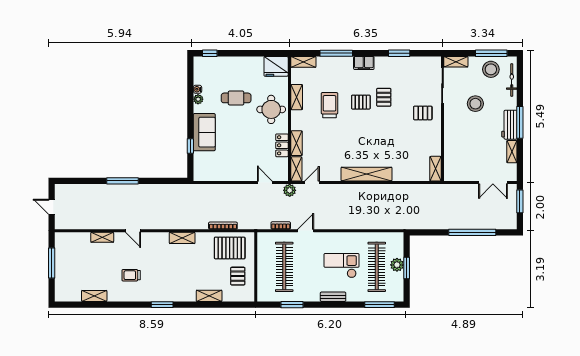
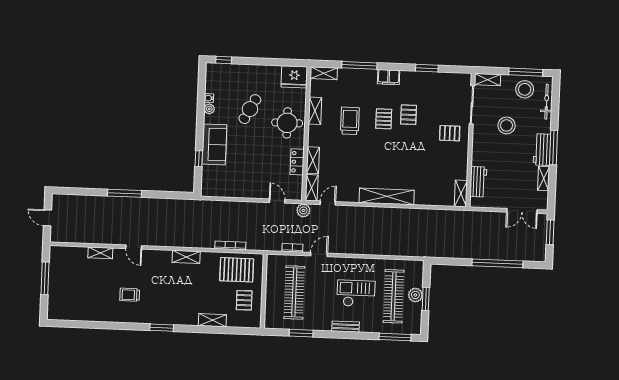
cafe table: (236, 98) -> (250, 109), turned -62
pallet: (361, 102) -> (384, 119), turned 90
workbench: (451, 157) -> (478, 182), added
shelving: (94, 296) -> (89, 315), removed

